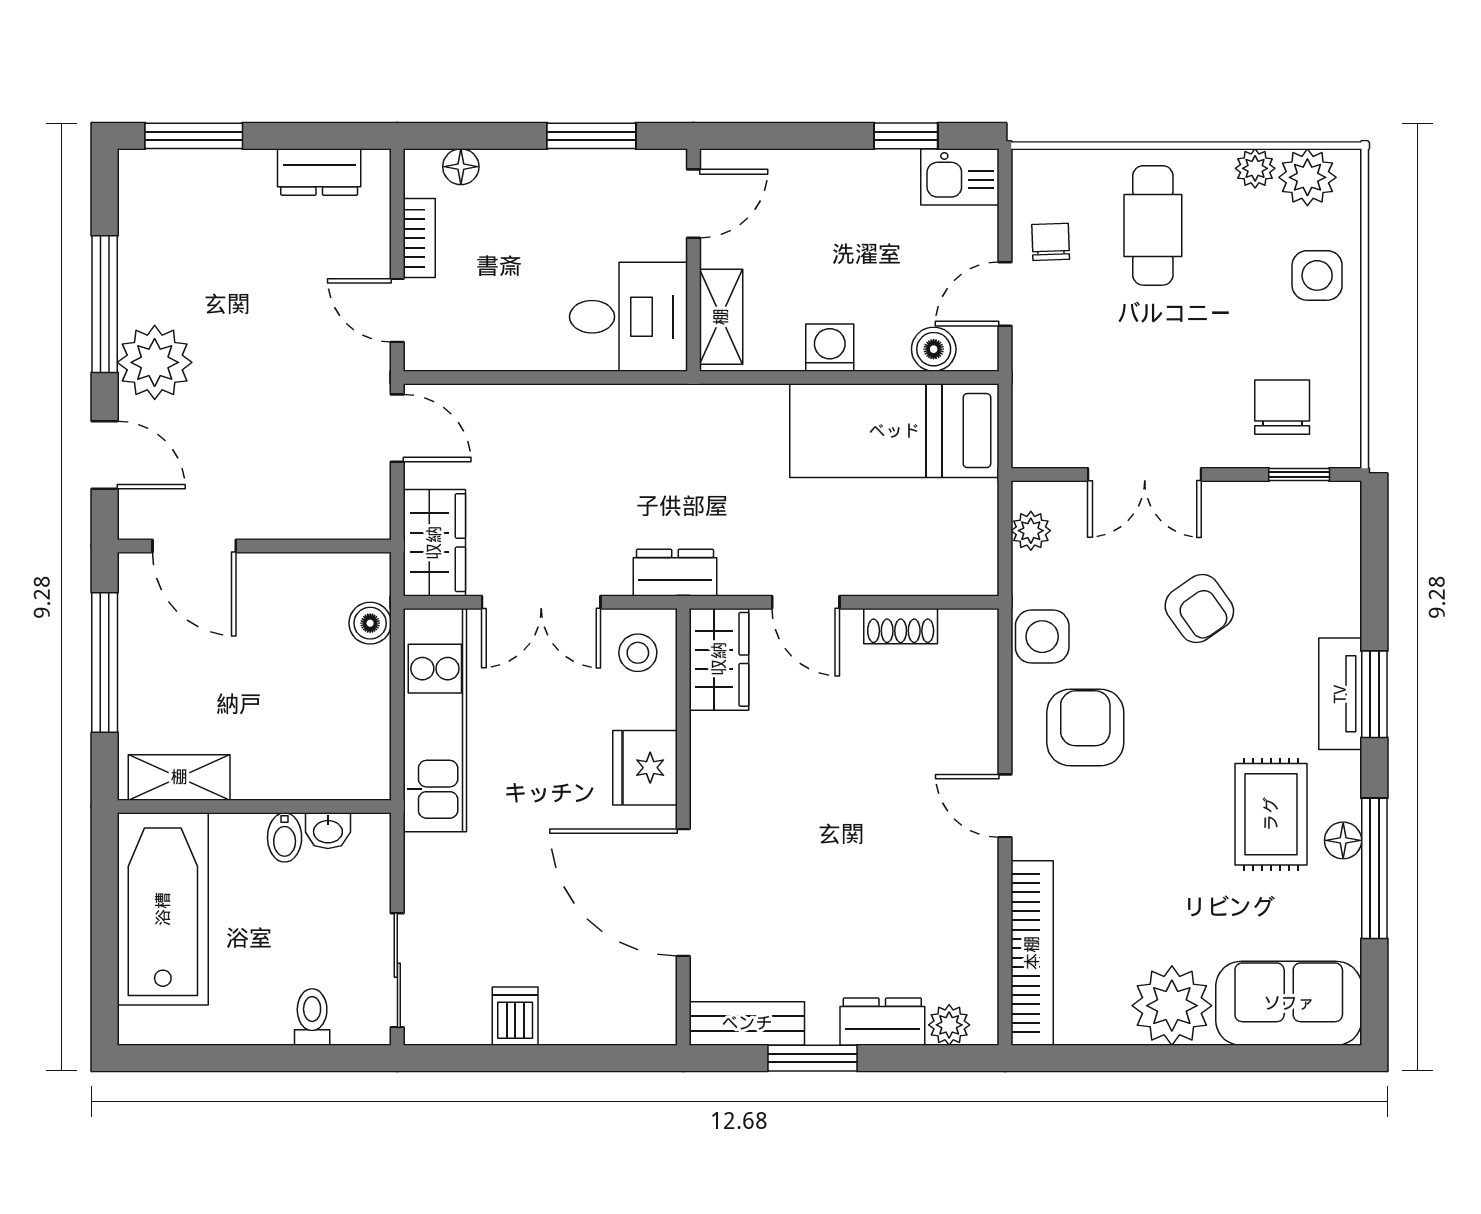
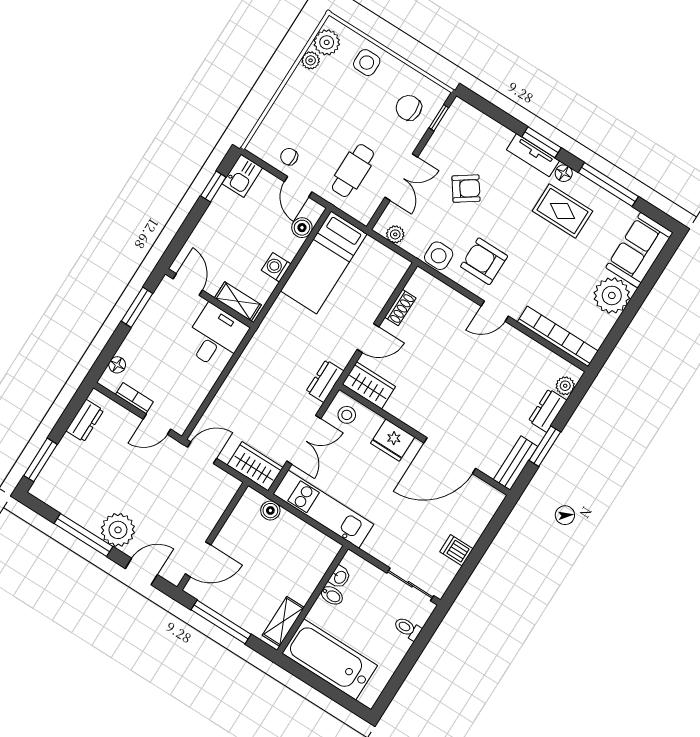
cafe table: (1153, 225) -> (353, 171), moved, turned 90
floor lamp: (1343, 840) -> (564, 173), moved

